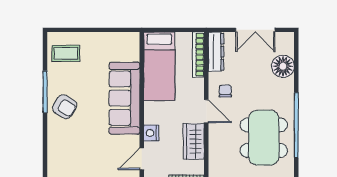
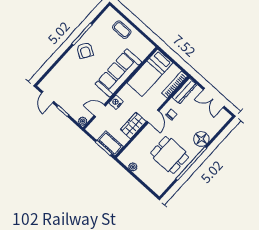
coffee table: (66, 53) -> (122, 30), moved
floor lamp: (283, 66) -> (201, 139), moved
dining table: (264, 138) -> (170, 155), width x0.73

